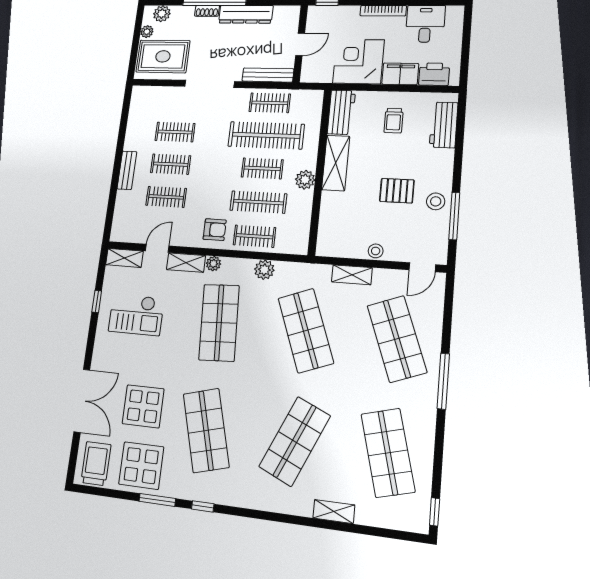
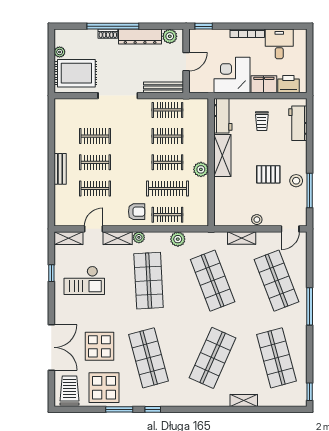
plant: (162, 14) -> (170, 36), moved
clothes rail: (266, 135) -> (167, 136), width x0.54, depth x0.76

